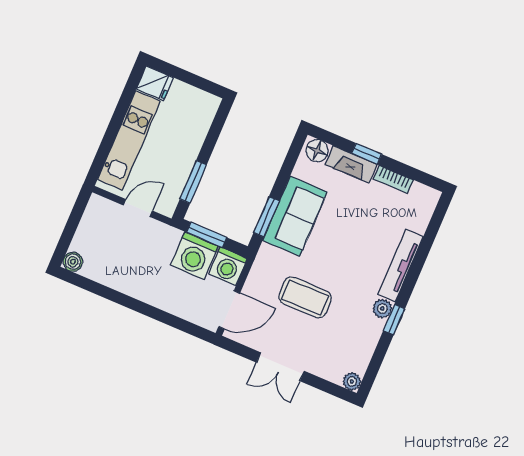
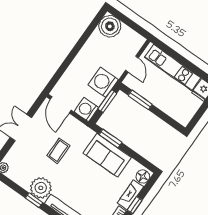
washing machine: (194, 256) -> (103, 82), moved
boiler: (73, 262) -> (110, 26), width x1.86, depth x1.86
coffee table: (305, 297) -> (58, 151), width x0.73, depth x0.77
plant: (382, 309) -> (41, 188), width x1.87, depth x1.87

